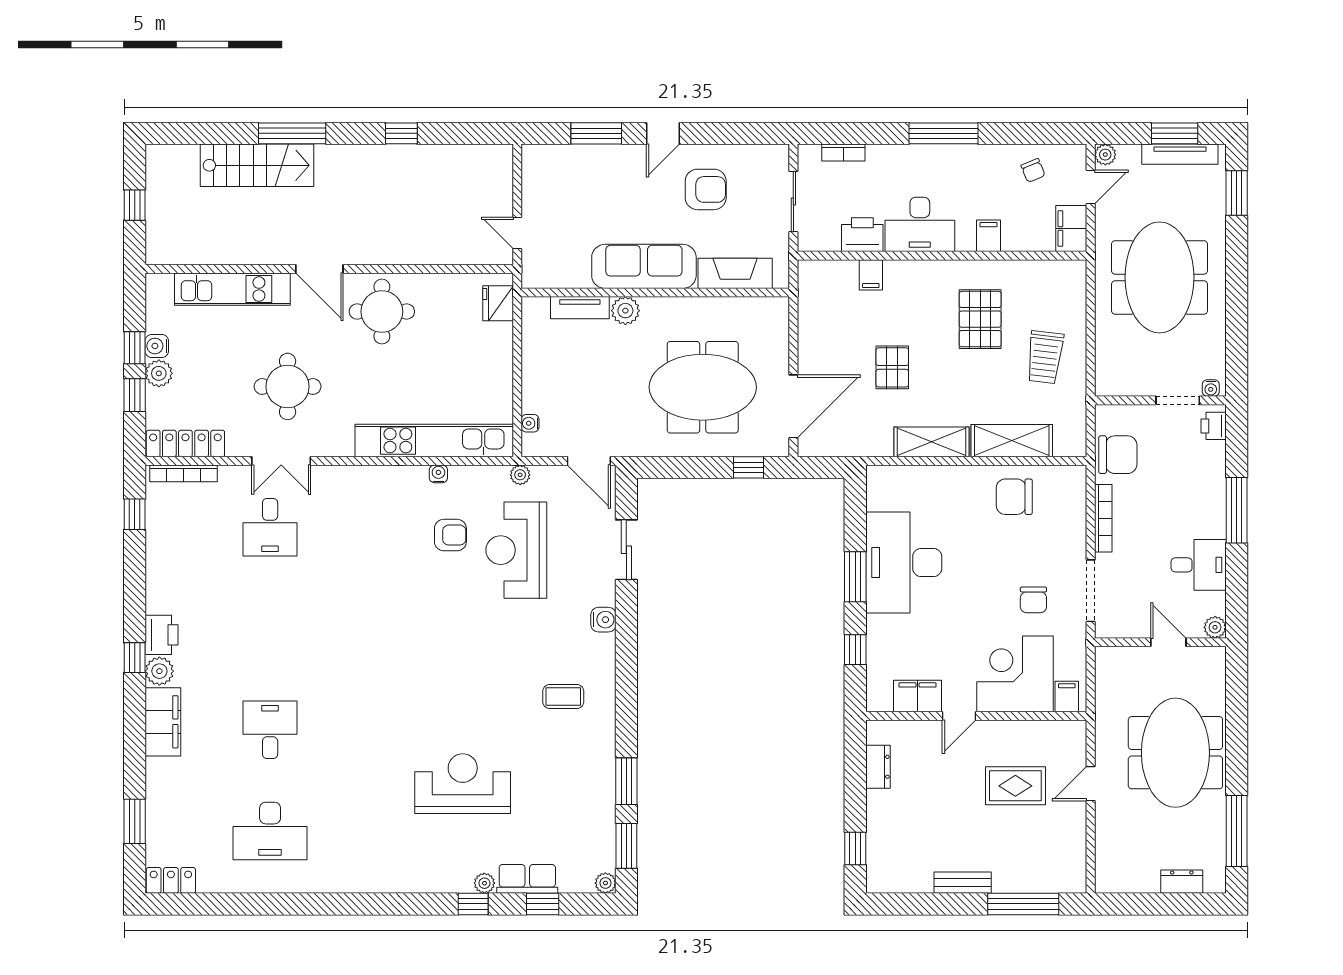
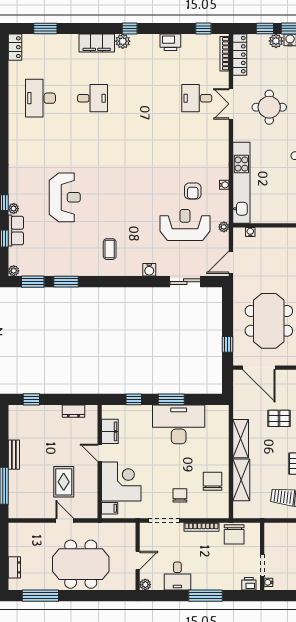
chair: (1033, 600) -> (180, 495), moved, turned 90
printer: (161, 635) -> (170, 42), moved

